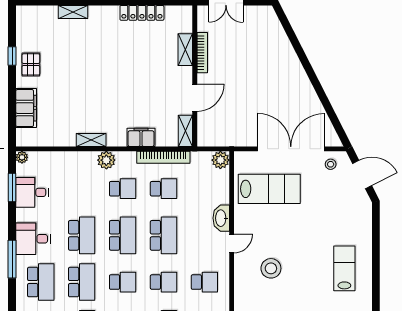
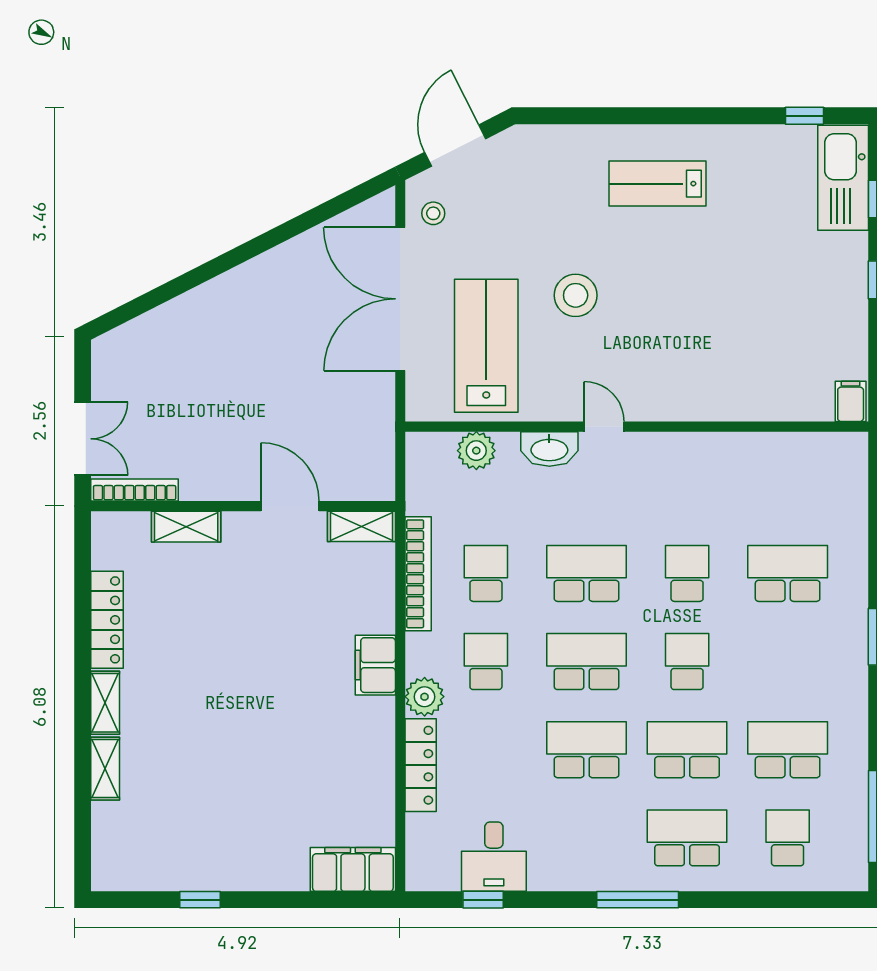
bookcase: (202, 53) -> (135, 490), moved
pallet: (31, 64) -> (218, 859), removed
filing cabinet: (26, 108) -> (353, 869), moved
filing cabinet: (141, 137) -> (375, 665), moved
shelving: (91, 140) -> (105, 703), moved
plant: (22, 157) -> (418, 878), removed
locker: (74, 158) -> (421, 765), added
plant: (220, 160) -> (476, 451), moved
window: (12, 187) -> (483, 900), width x0.67
desk: (33, 239) -> (594, 855), removed
stool: (271, 268) -> (576, 295), moved
school desk: (204, 282) -> (687, 485), removed

